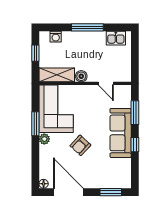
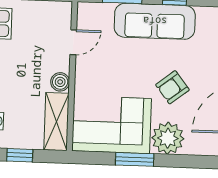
plant: (44, 139) -> (168, 138), width x1.88, depth x1.88
armchair: (80, 145) -> (172, 87), turned 99

